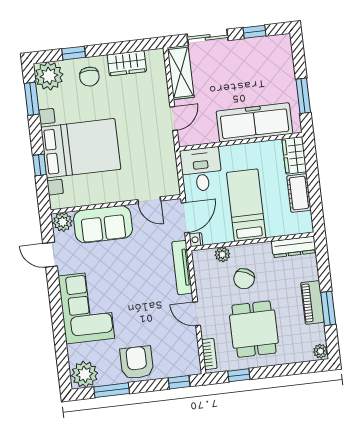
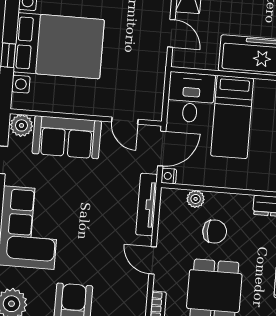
door: (174, 119) -> (171, 33), hinge flipped
bed: (246, 205) -> (232, 117), moved, turned 180
chair: (244, 279) -> (215, 232), turned -115

